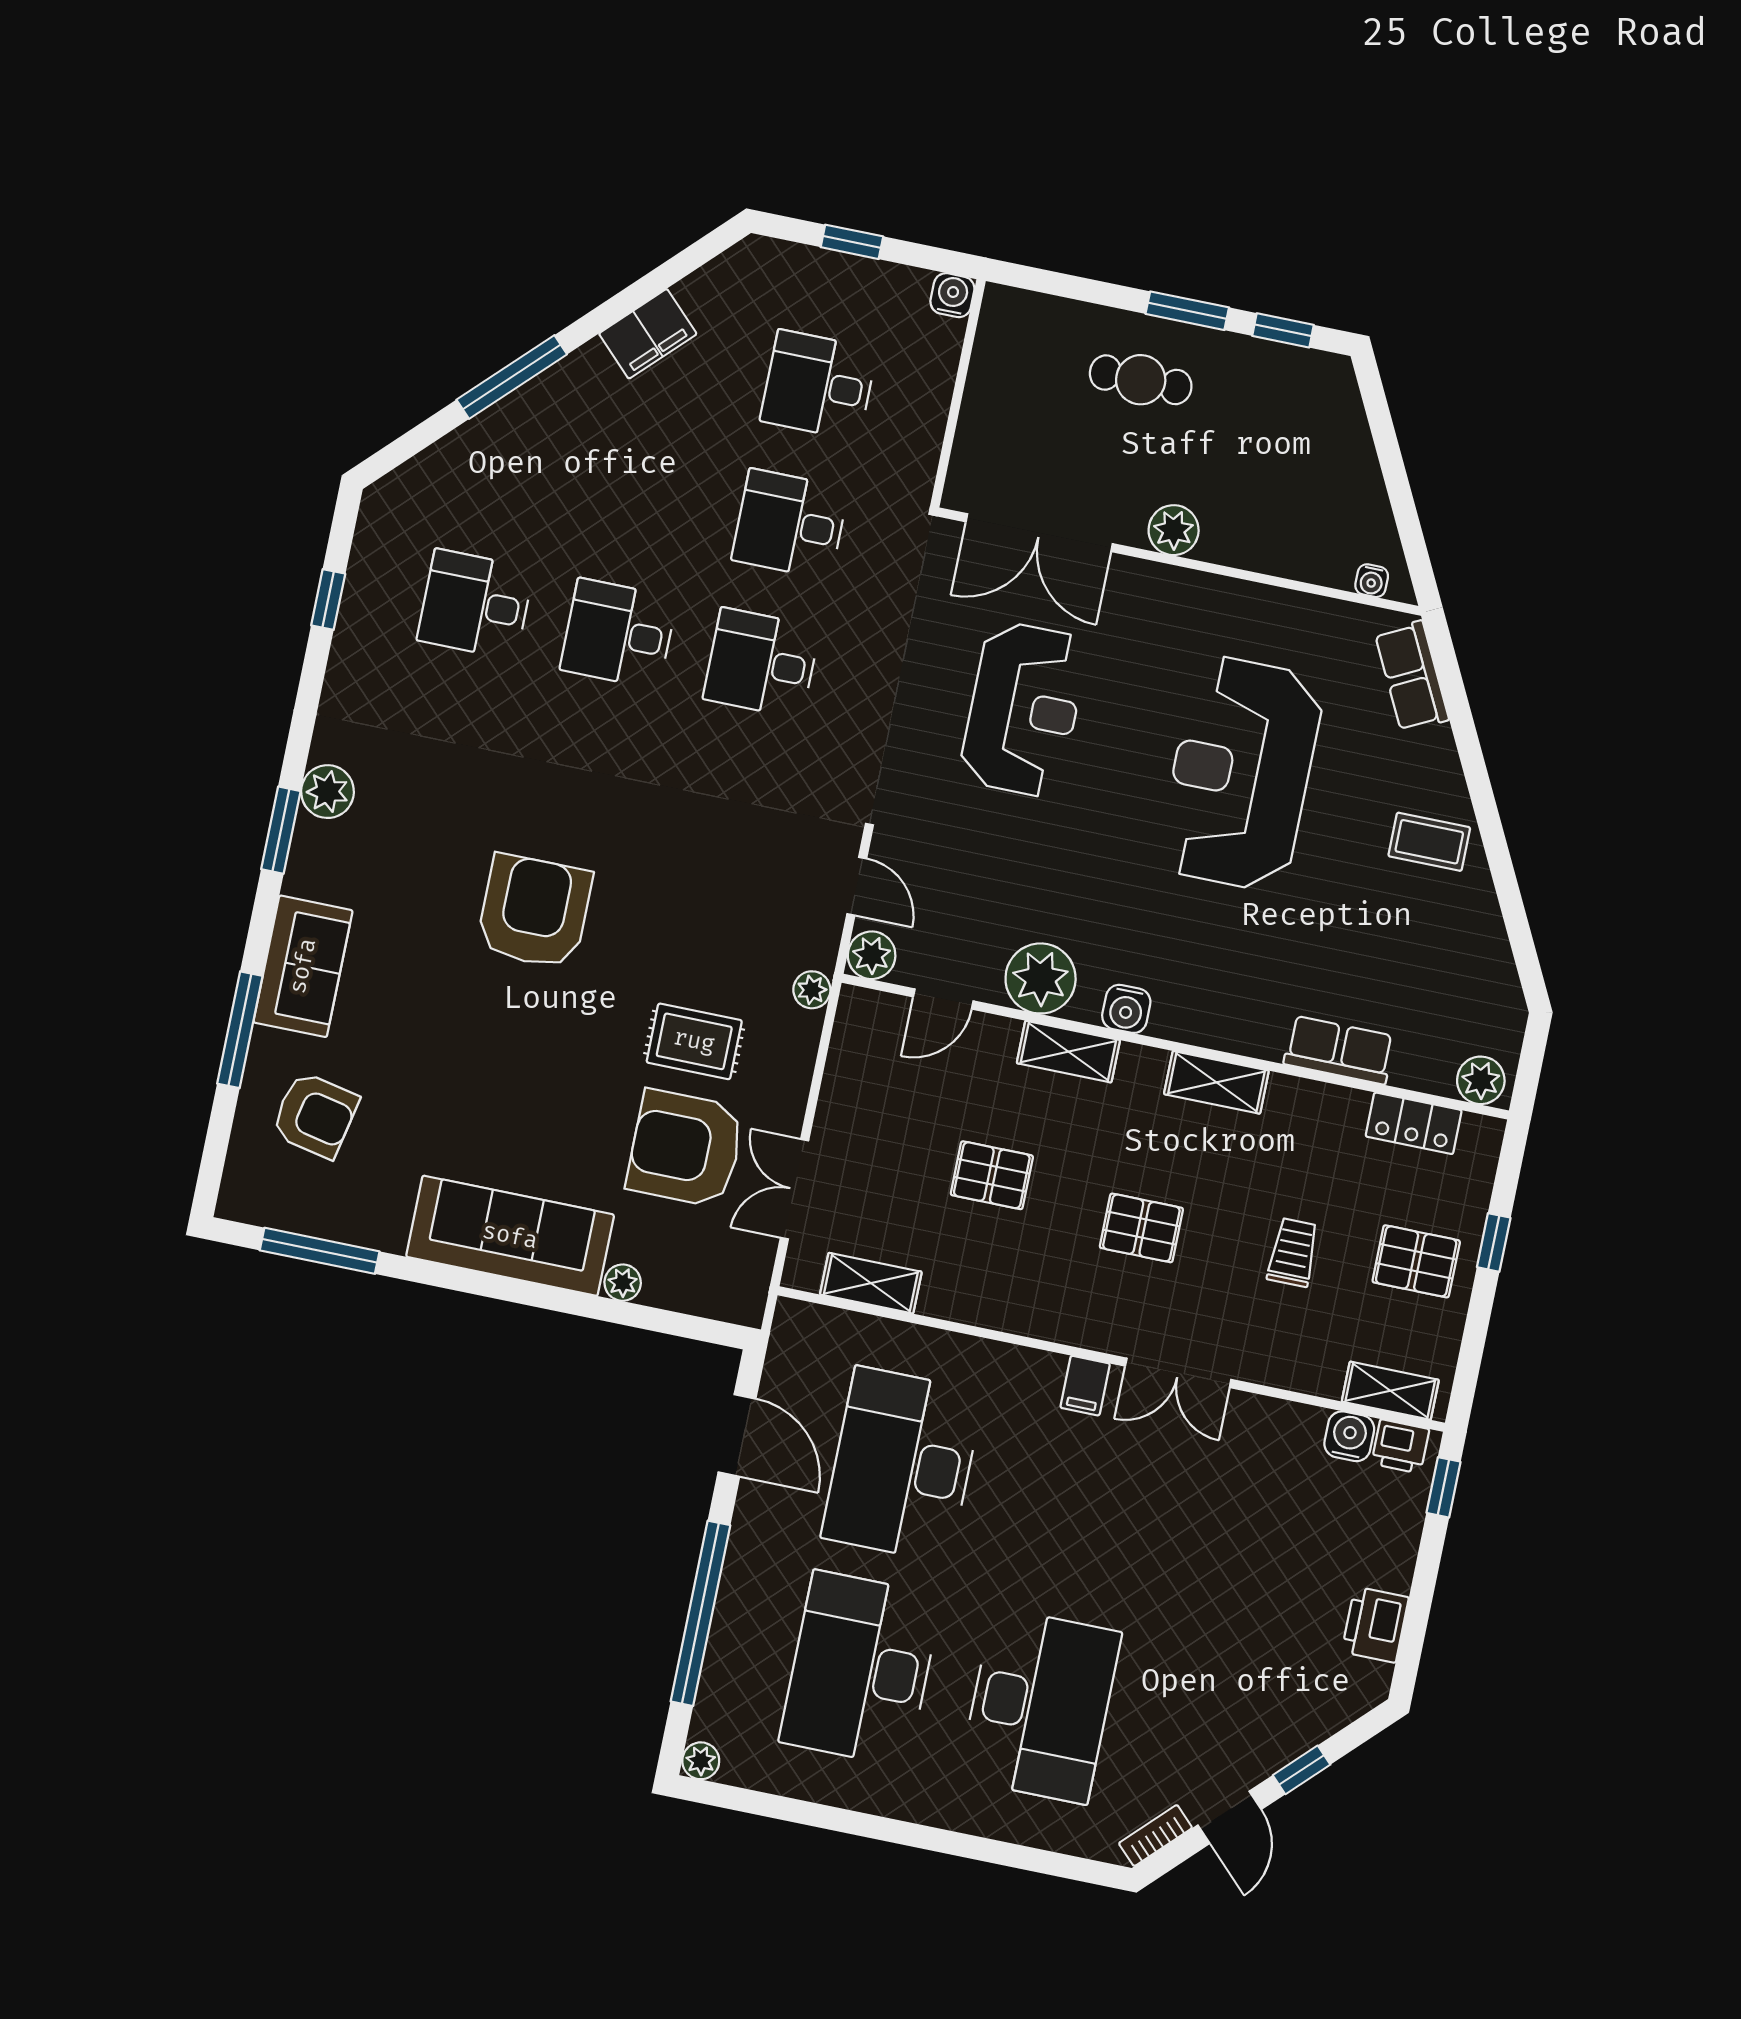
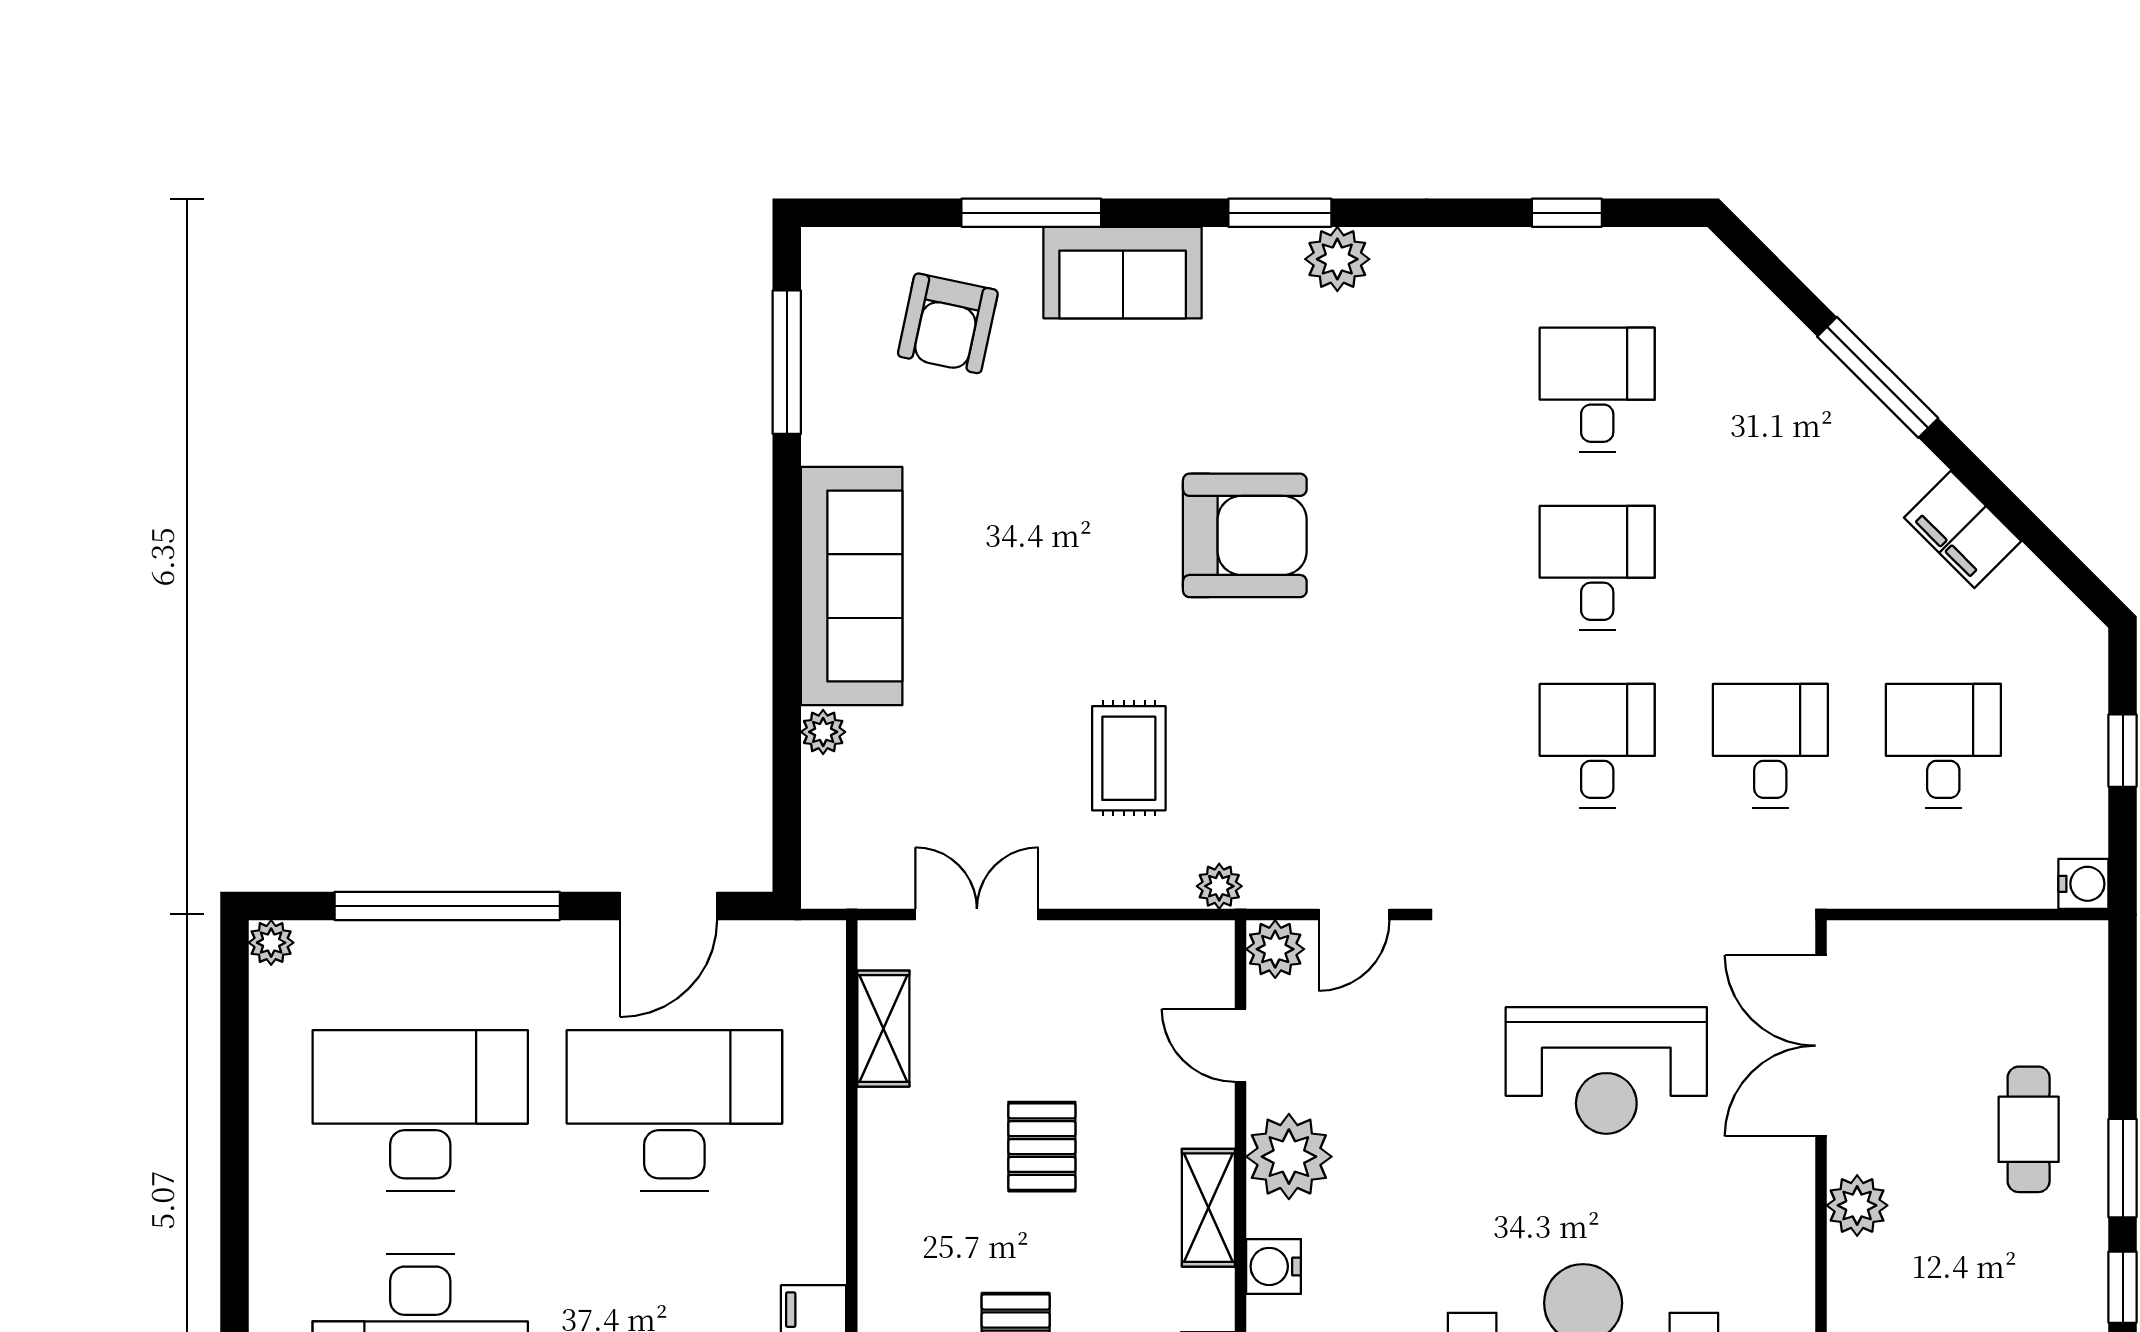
armchair: (685, 1148) -> (999, 774), removed

